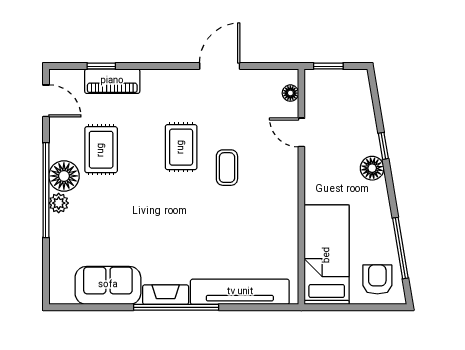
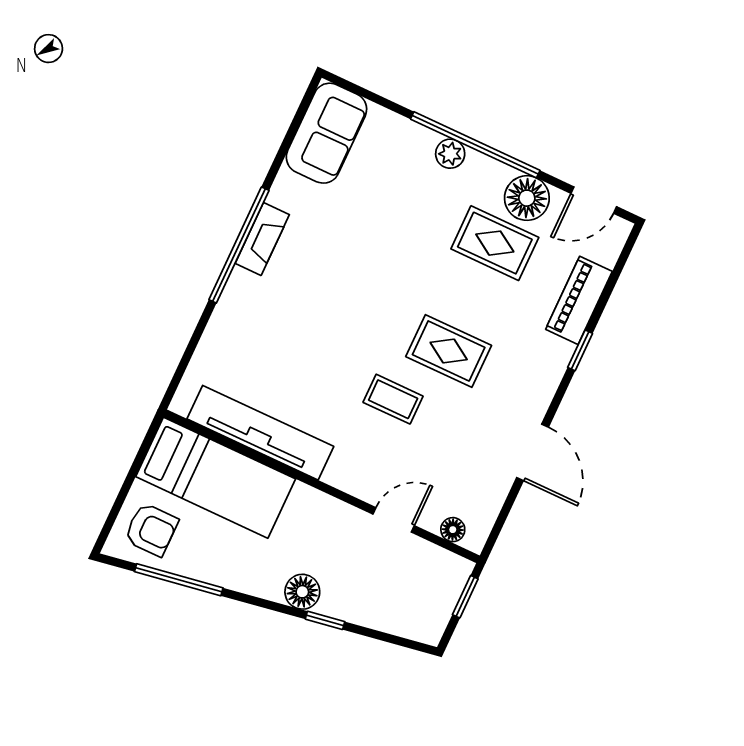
window: (101, 66) -> (580, 350), moved
floor lamp: (64, 176) -> (527, 198), moved
sofa: (108, 285) -> (326, 133), moved
tv unit: (240, 292) -> (260, 433), moved, turned -90

